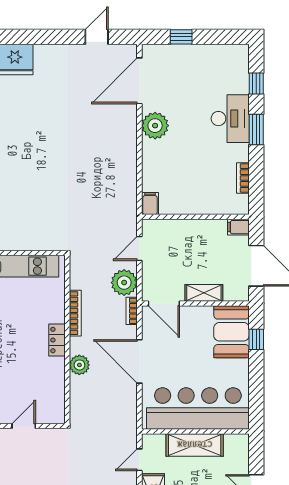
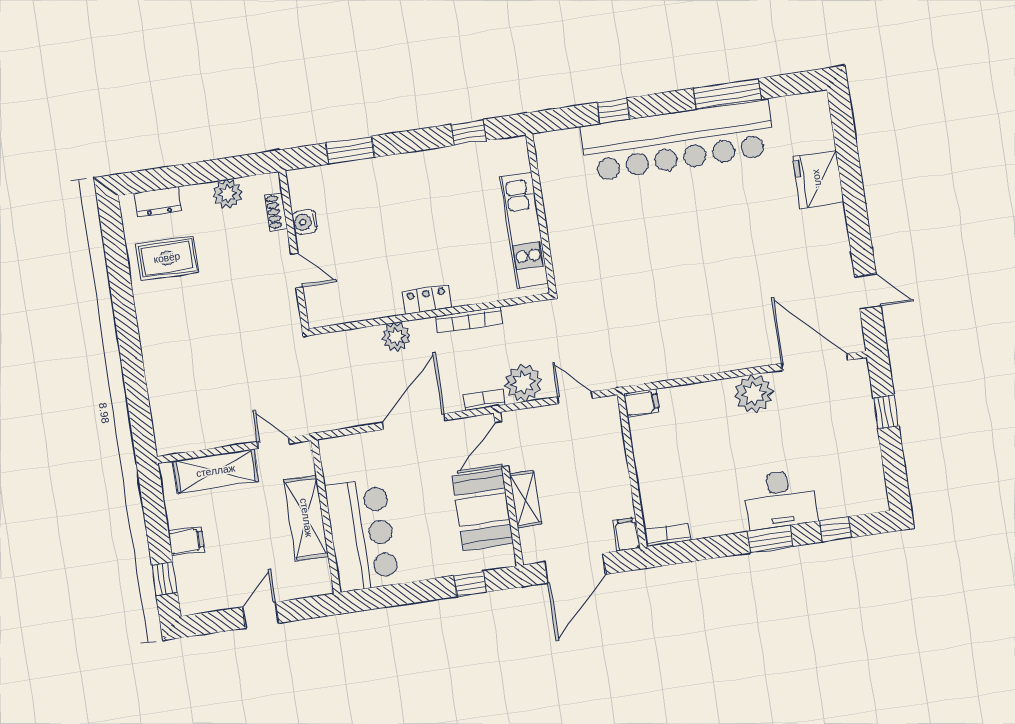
bookcase: (243, 178) -> (667, 535), moved
booth: (231, 332) -> (483, 510), moved, turned 90
bar counter: (198, 408) -> (362, 535), width x0.73

